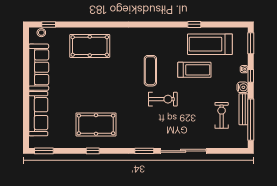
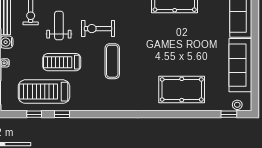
window: (218, 24) -> (34, 114), added
treadmill: (210, 44) -> (44, 92), turned 180
weight bench: (197, 102) -> (59, 26), added

